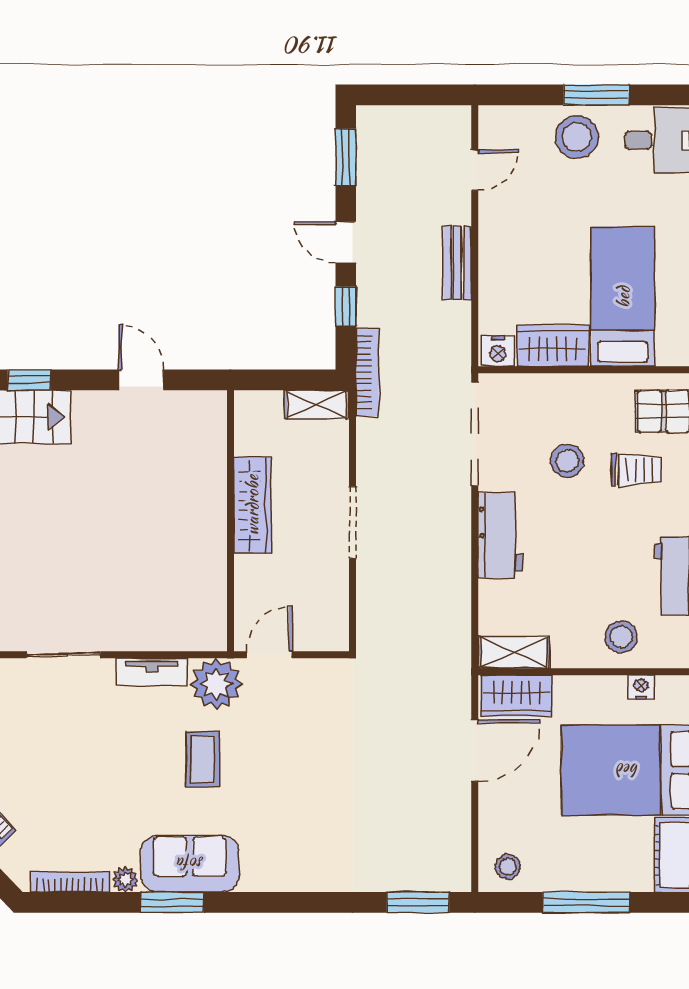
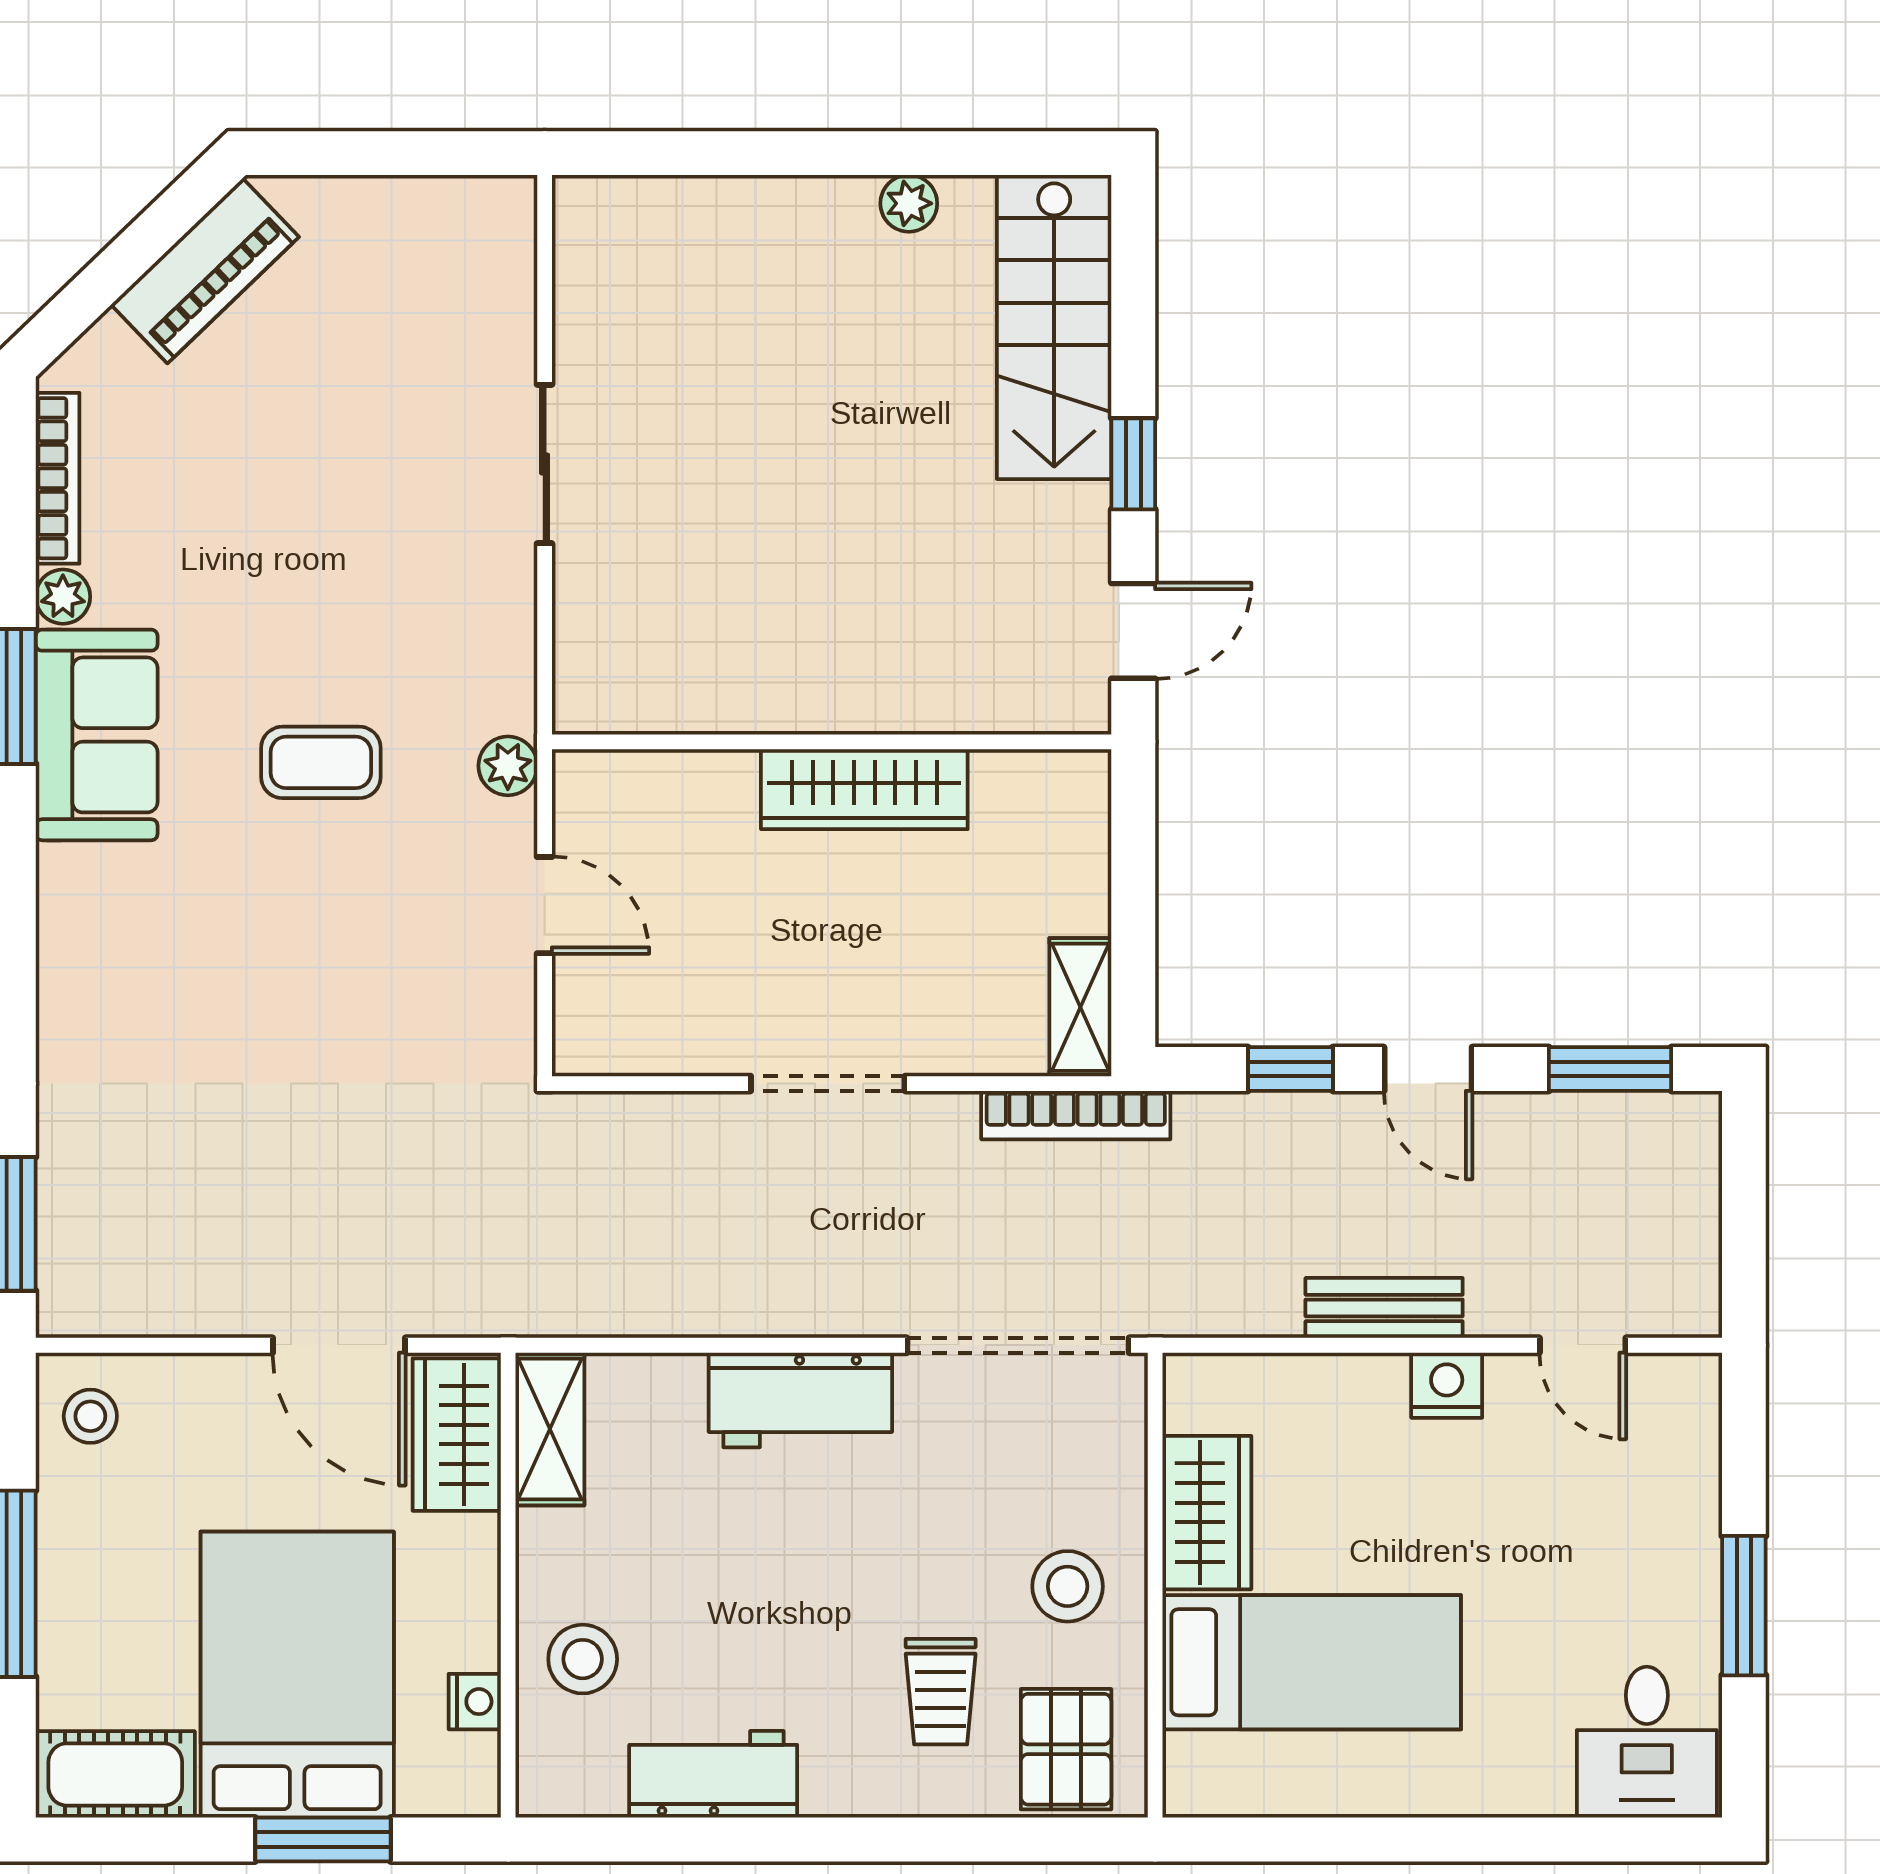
stool: (577, 137) -> (1653, 1564), removed
door: (346, 242) -> (1428, 1069), swing flipped
nightstand: (498, 351) -> (1447, 1385), moved, turned 90
bookcase: (367, 372) -> (1076, 1115), moved
window: (29, 380) -> (1133, 464), moved
stool: (567, 461) -> (1068, 1586), moved
wardrobe: (252, 505) -> (864, 789), moved
wall: (230, 521) -> (832, 742), moved
tv unit: (152, 672) -> (508, 654), removed
plant: (216, 684) -> (508, 766), width x0.53, depth x0.53

